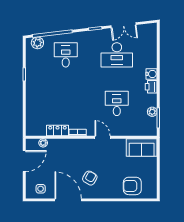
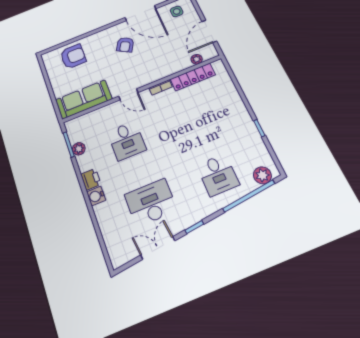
locker: (58, 130) -> (193, 77), width x1.53
sofa: (142, 147) -> (84, 99), width x1.36

